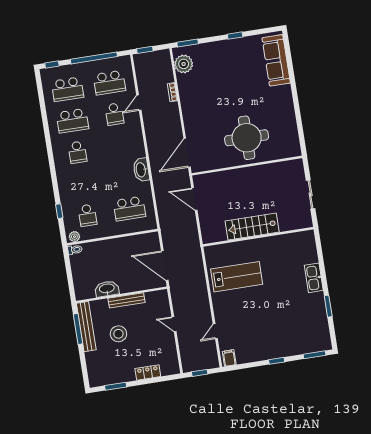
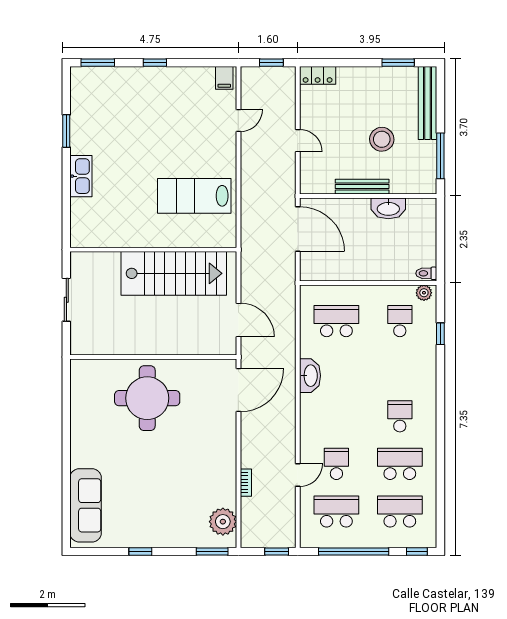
stairs: (252, 227) -> (174, 273), width x1.36, depth x1.51
bench: (86, 327) -> (428, 103), moved
locker: (148, 372) -> (318, 75), moved

